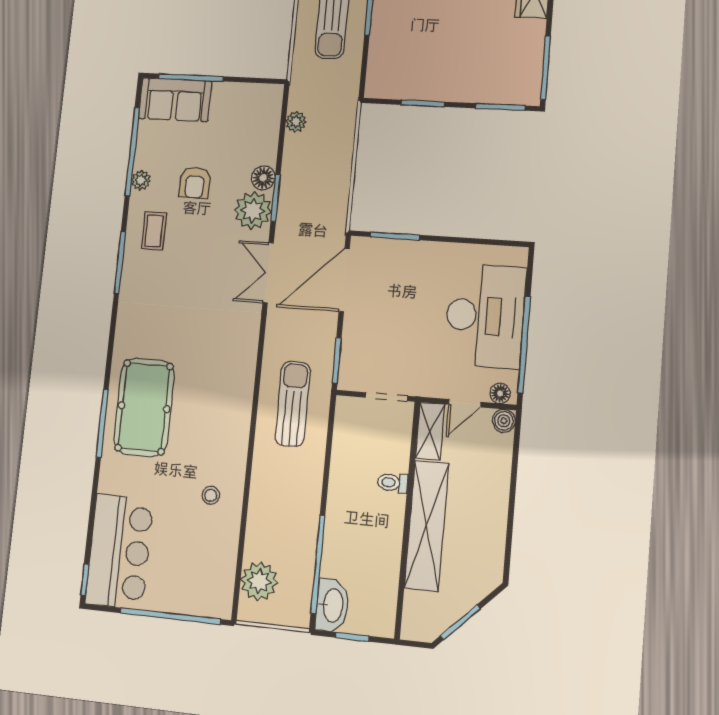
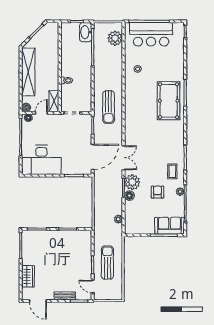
desk: (485, 316) -> (41, 160), moved, turned -90
shelving: (426, 525) -> (28, 72), moved
bar counter: (119, 552) -> (151, 34), moved, turned -90

